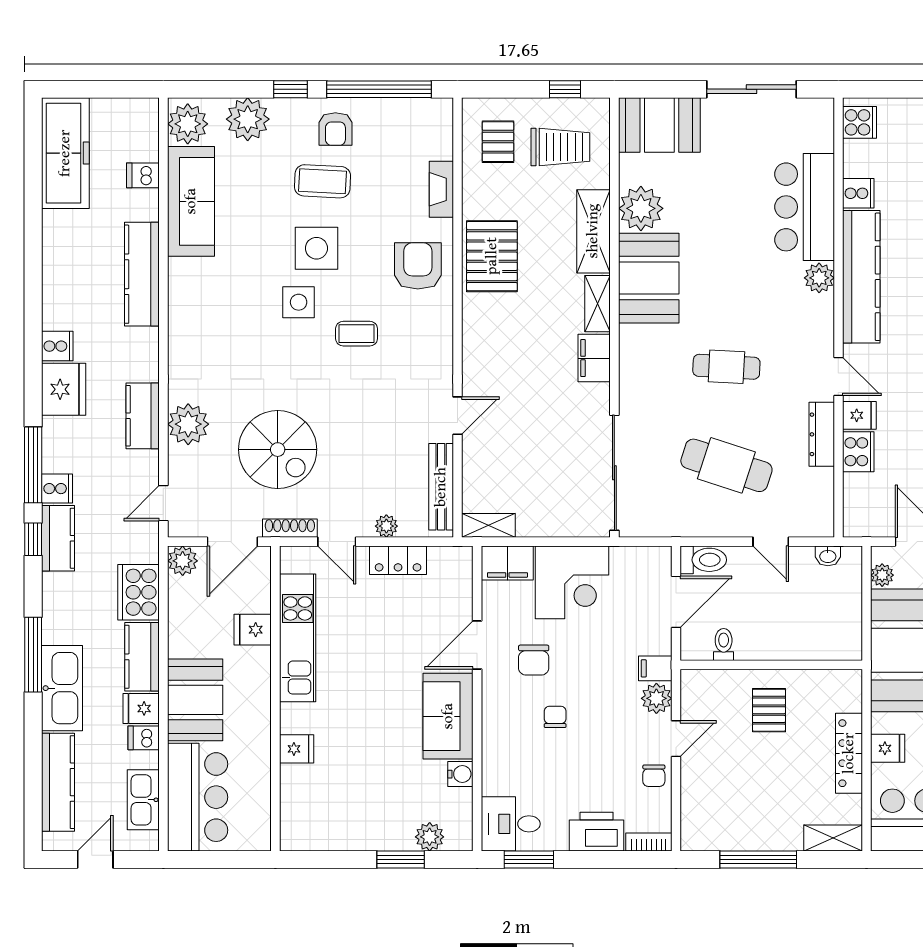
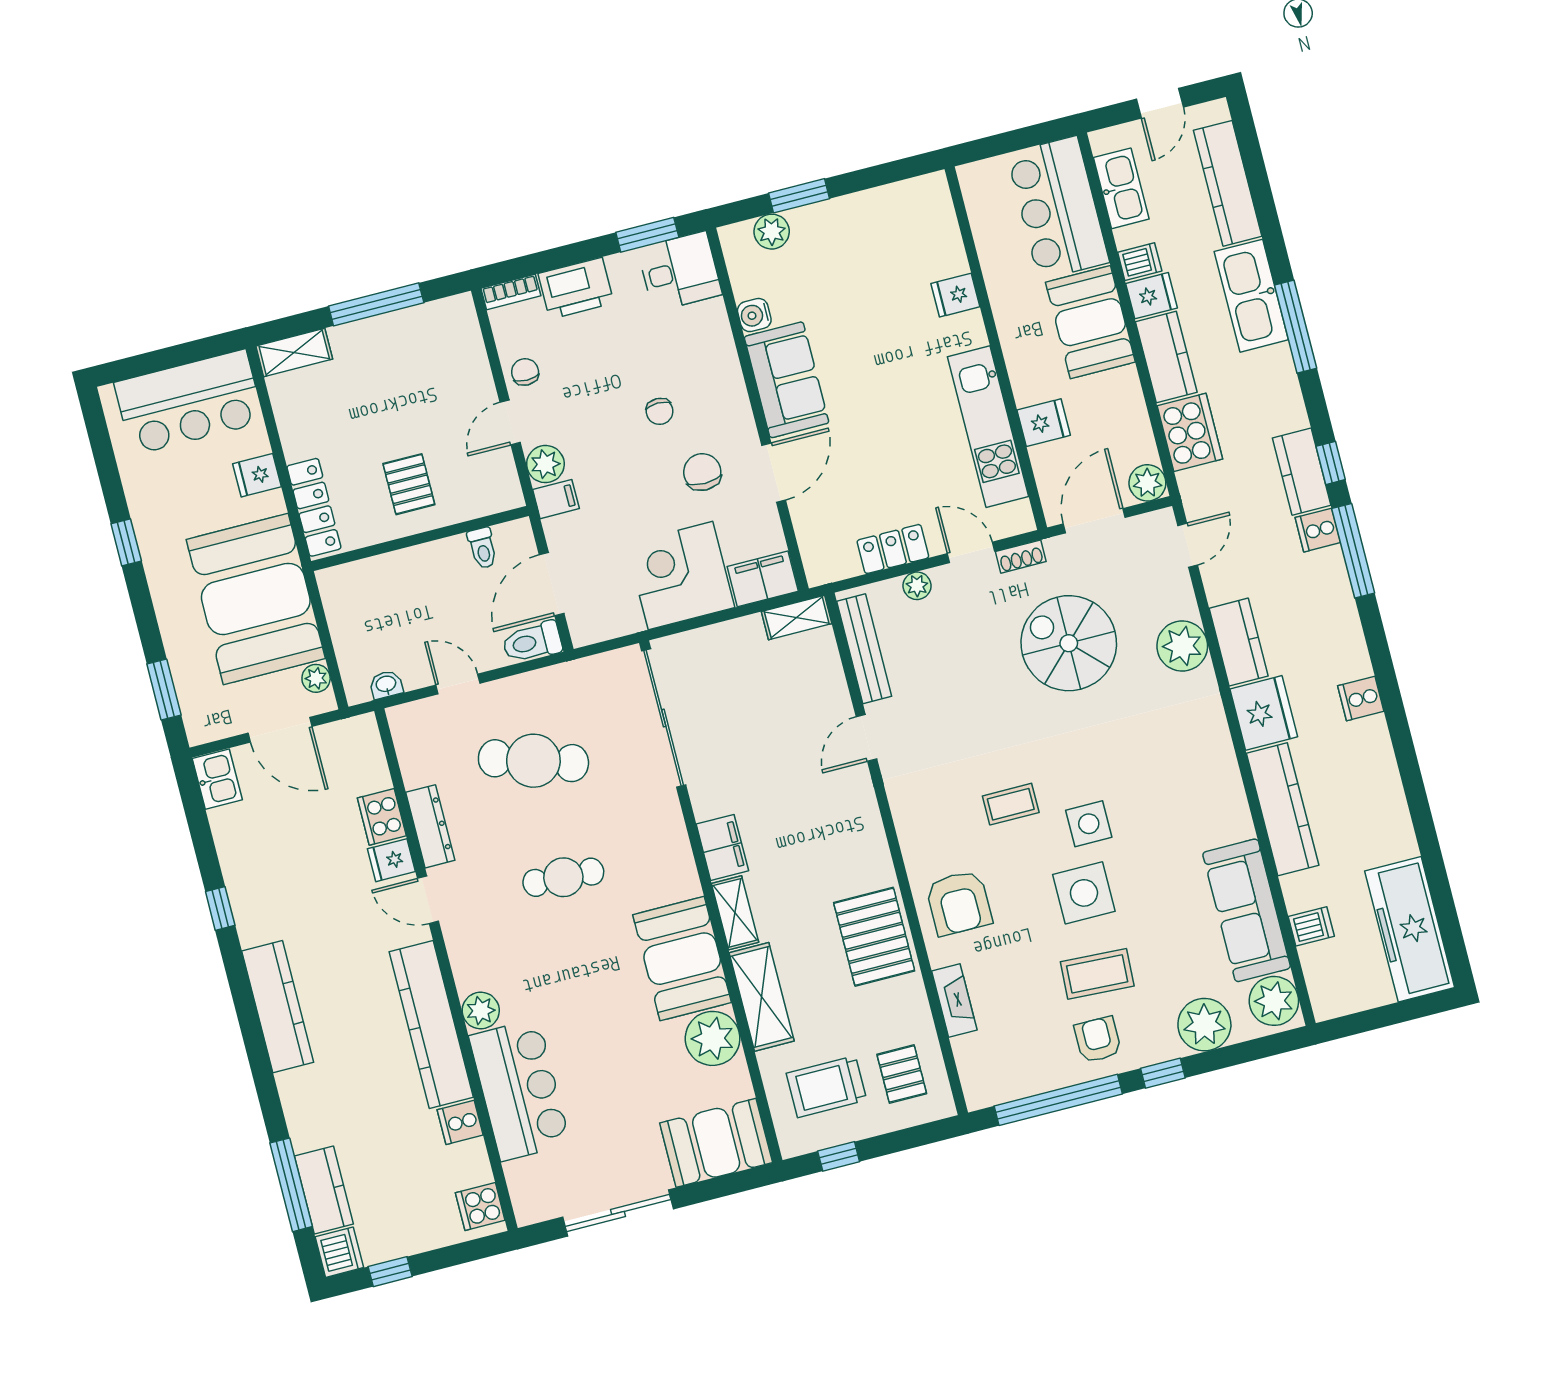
fridge: (64, 389) -> (1264, 713), moved, turned 180
shoe rack: (290, 528) -> (1021, 557), width x0.70
locker: (849, 753) -> (314, 507), moved

